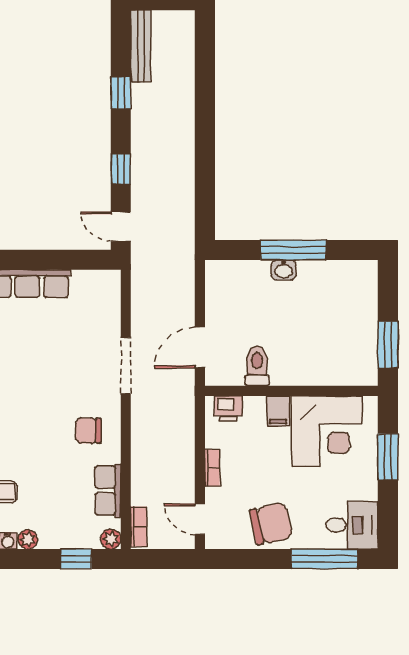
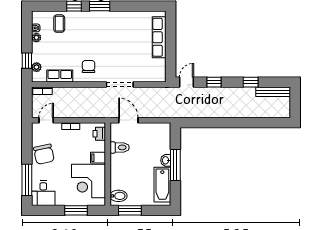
bathtub: (334, 277) -> (162, 185), added
bidet: (358, 368) -> (118, 196), added
plant: (111, 539) -> (37, 67), moved

